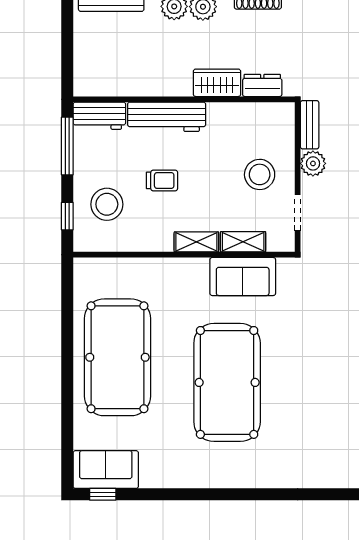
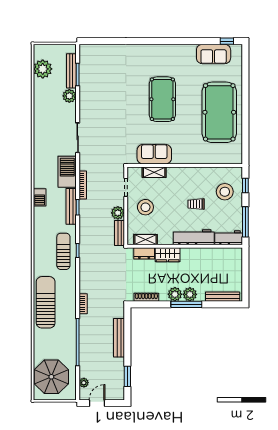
shelving: (196, 242) -> (146, 240), moved
pool table: (227, 382) -> (162, 99), width x0.73, depth x0.76
sofa: (106, 470) -> (214, 54), moved

